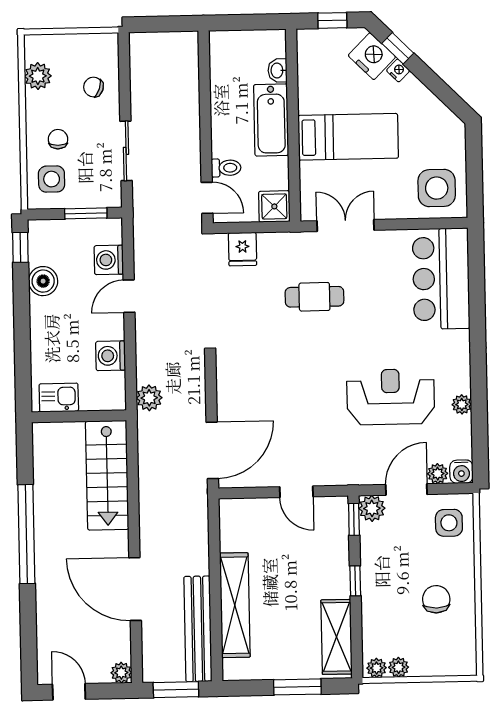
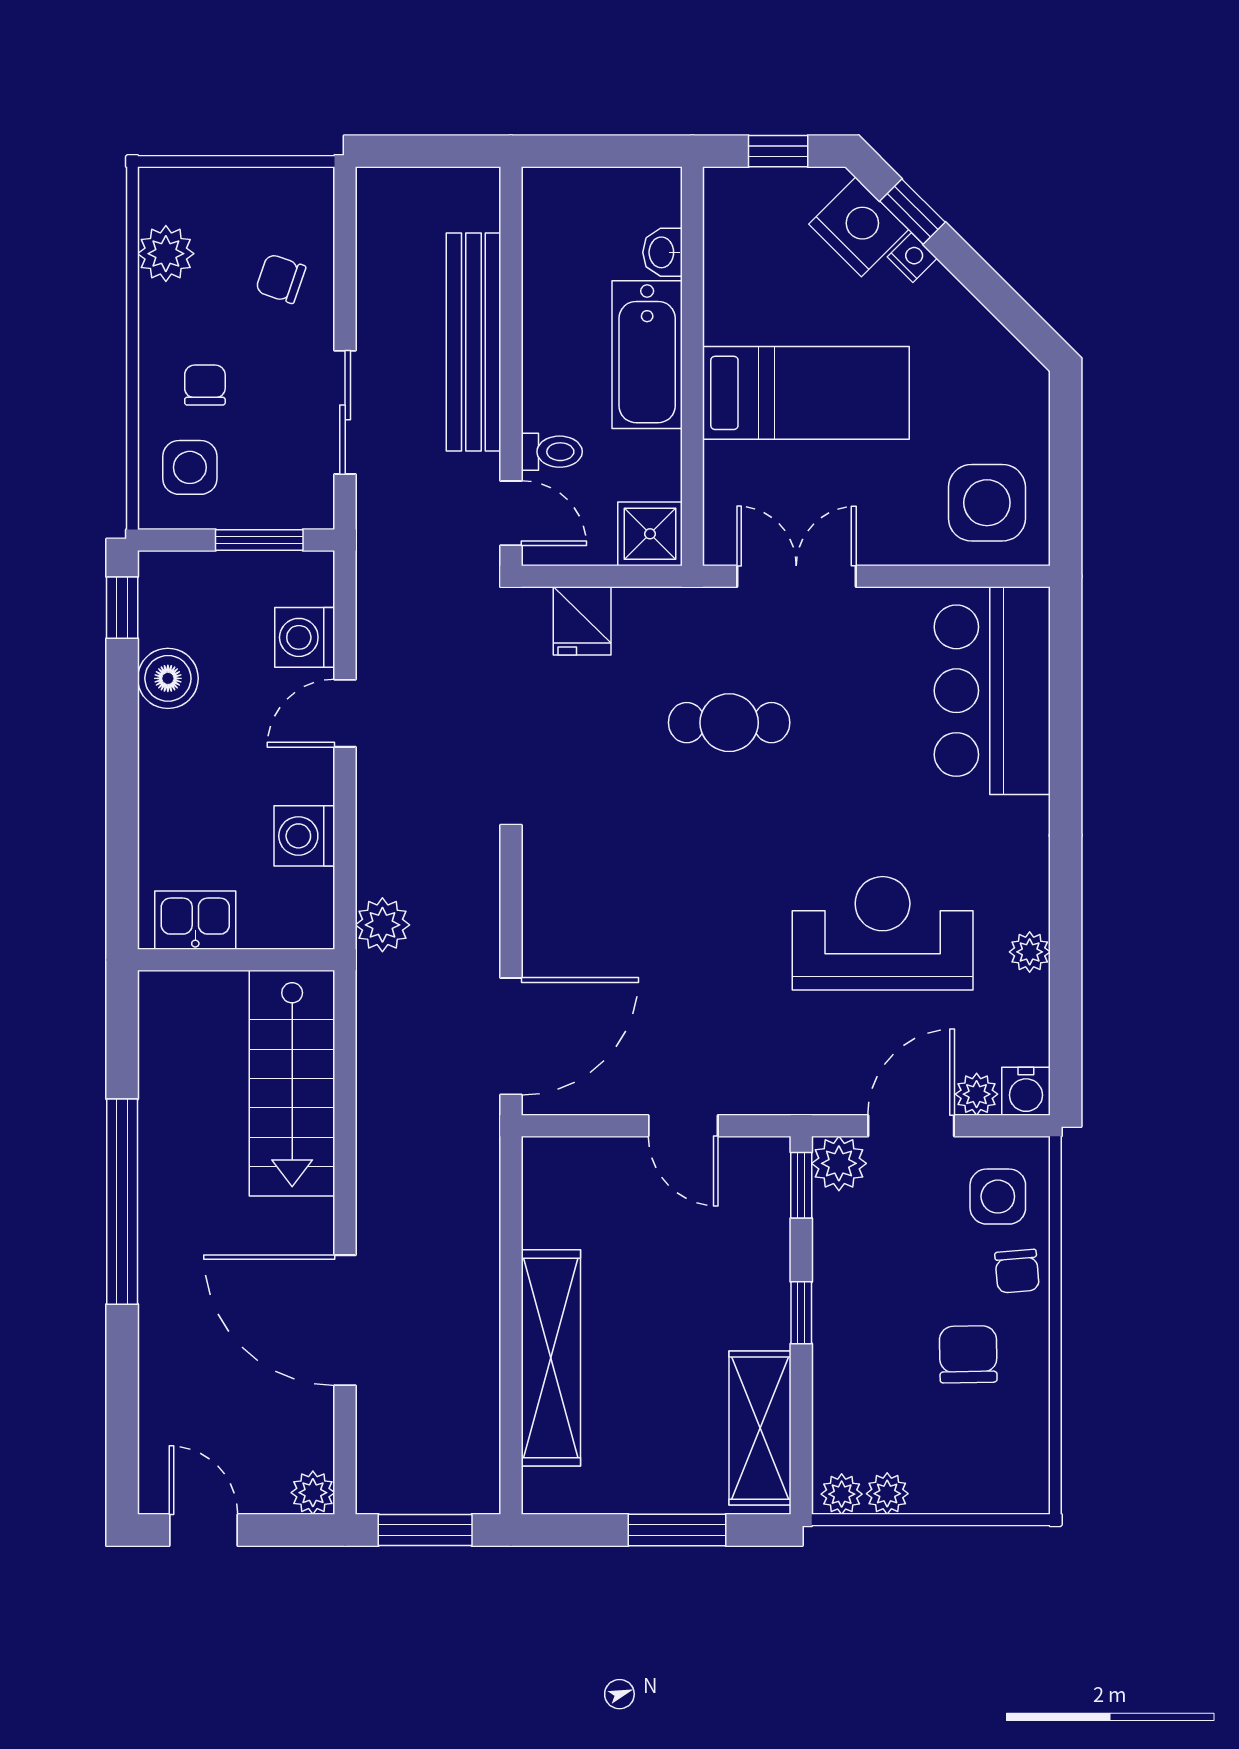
chair: (459, 559) -> (1017, 1271), added
bench: (198, 629) -> (473, 342), moved

